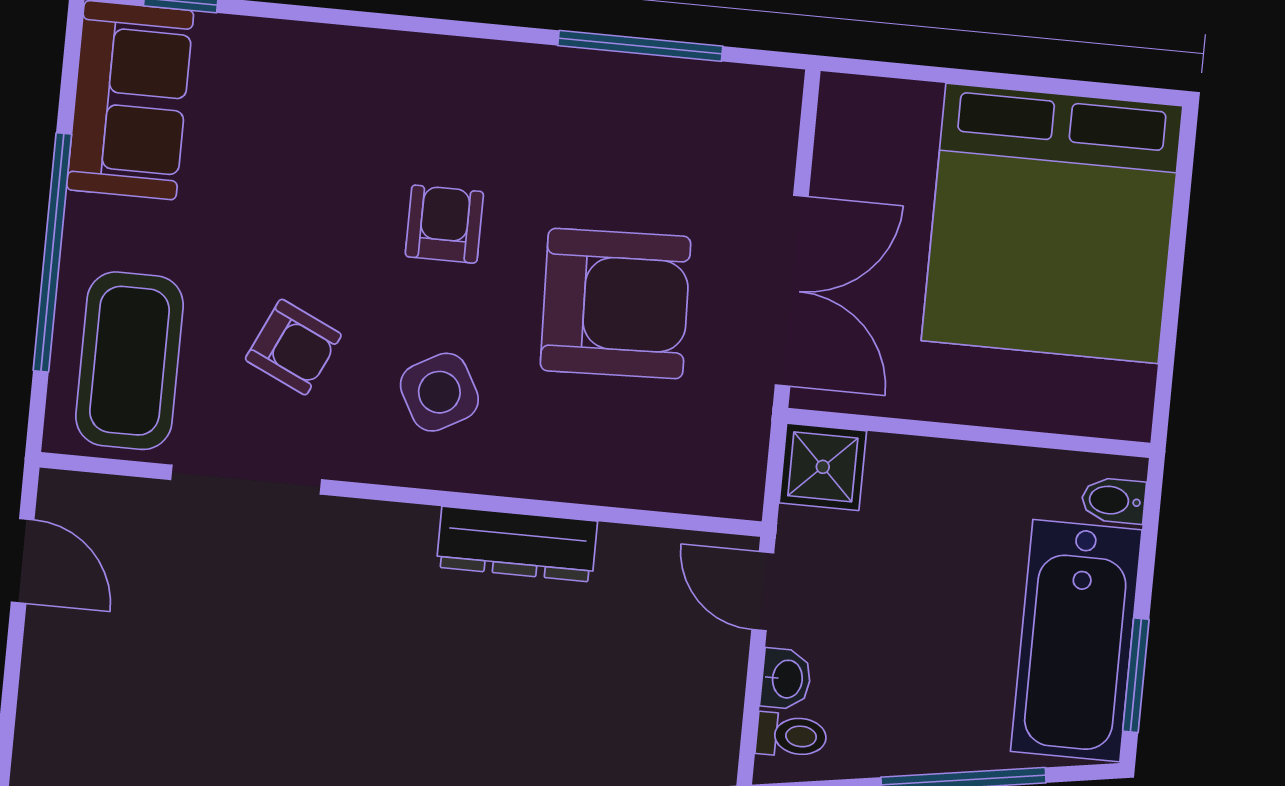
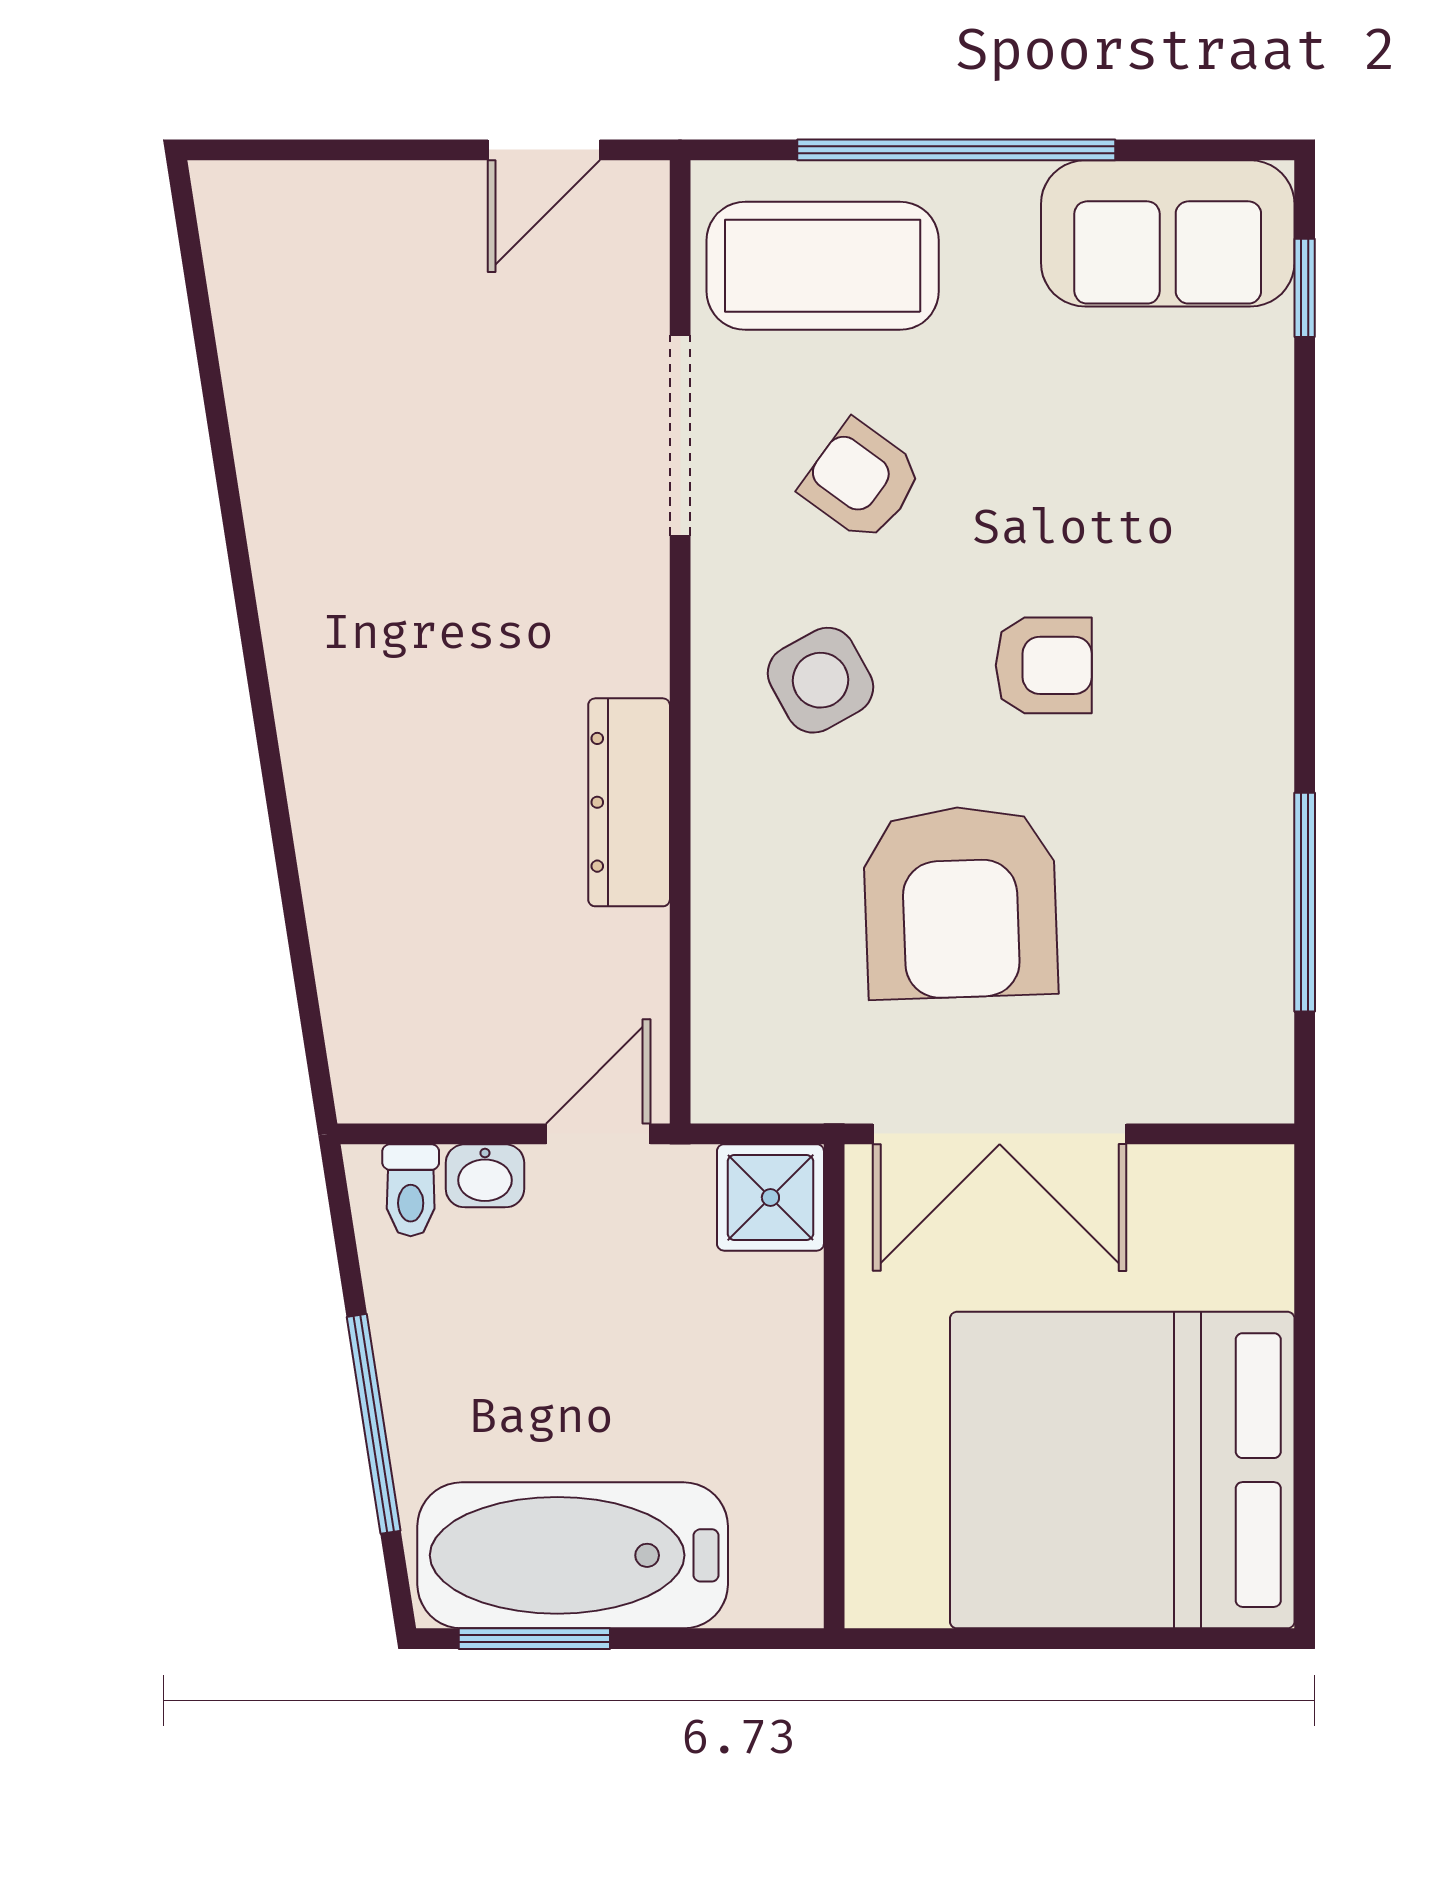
armchair: (293, 347) -> (862, 481), turned 101
bidet: (1113, 500) -> (763, 1587), removed

